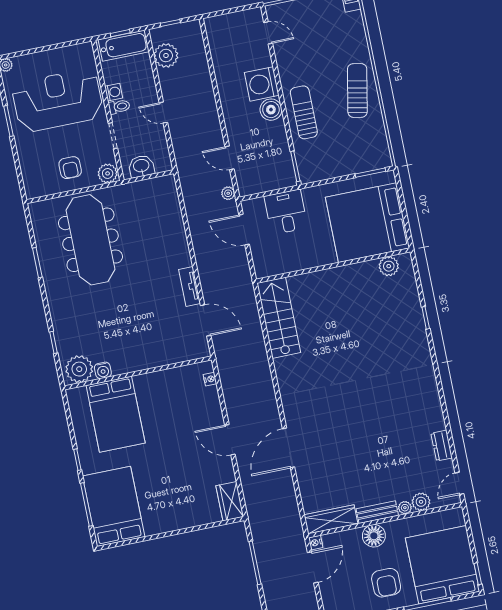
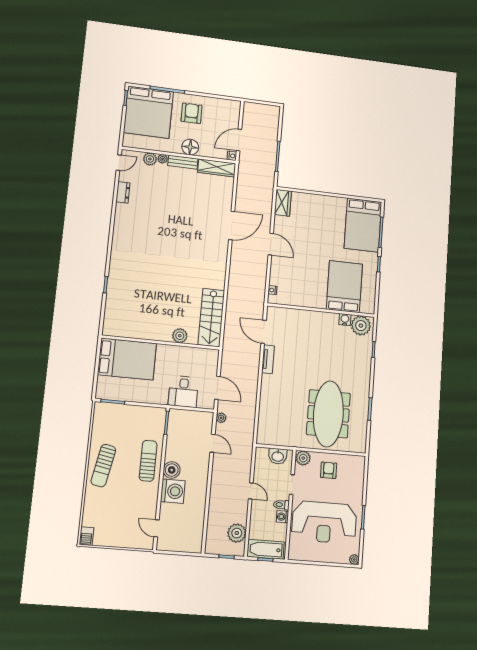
sun lounger: (304, 112) -> (148, 461), turned 180
bed: (368, 223) -> (127, 359), width x0.73
plant: (389, 266) -> (180, 336), moved

